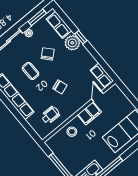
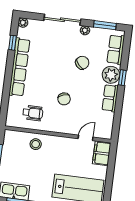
coffee table: (31, 71) -> (54, 62), removed
row of seats: (102, 75) -> (110, 98), moved
filing cabinet: (89, 113) -> (102, 153), moved, turned 90

